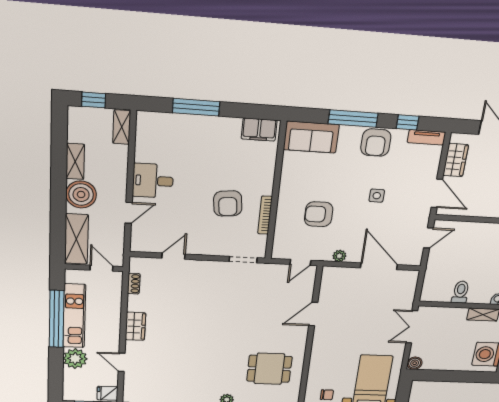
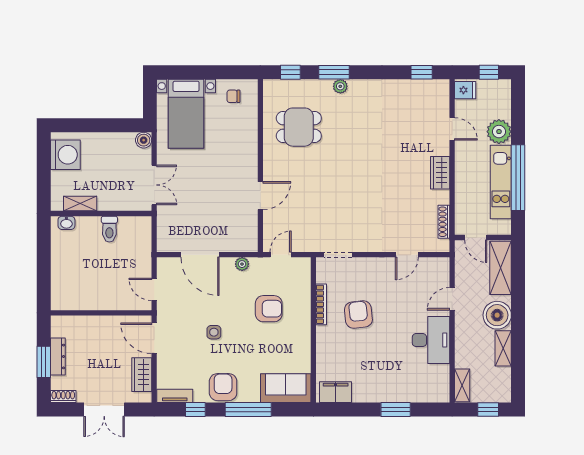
window: (196, 107) -> (396, 410), width x0.69
desk: (153, 181) -> (431, 340), width x1.37
door: (428, 238) -> (154, 289), hinge flipped
shoe rack: (134, 284) -> (444, 222), width x1.43

